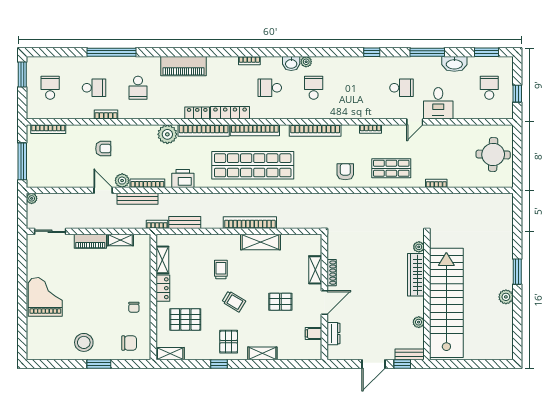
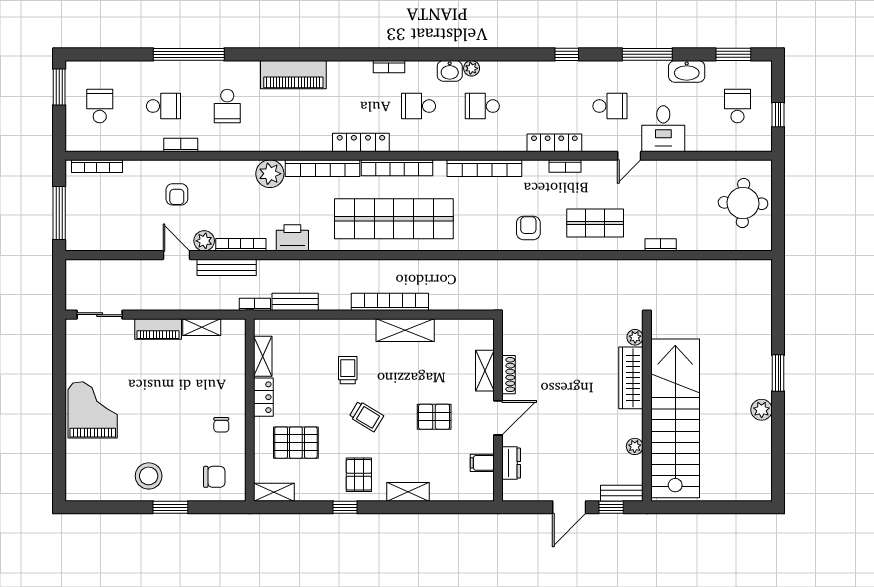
school desk: (314, 88) -> (482, 106), turned -90
locker: (197, 113) -> (554, 143), moved, width x1.53
armchair: (103, 149) -> (177, 194), turned 90
plant: (32, 198) -> (73, 267), removed

